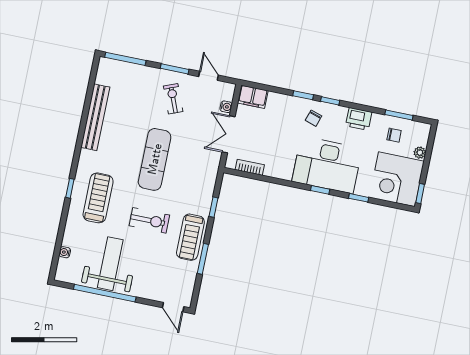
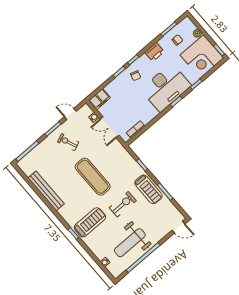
treadmill: (98, 198) -> (90, 222), turned 90
weight bench: (110, 264) -> (130, 243), turned -90

